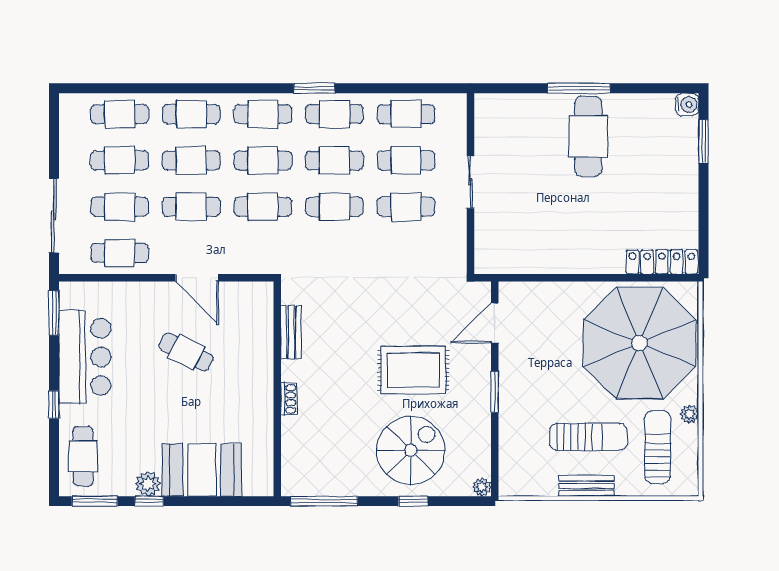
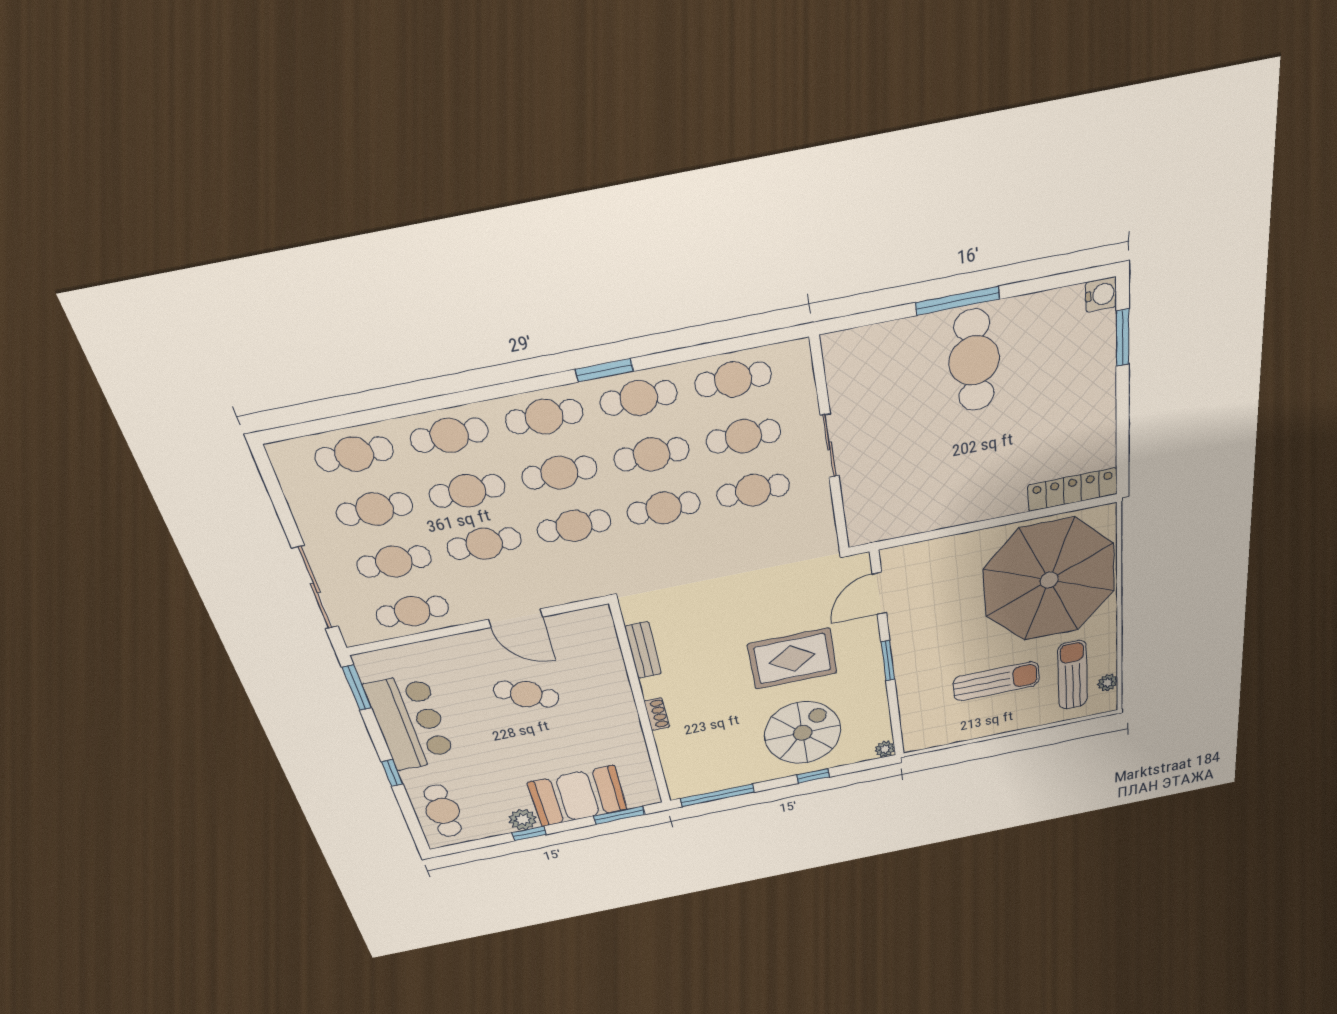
plant: (689, 414) -> (1107, 683), moved
bench: (586, 486) -> (997, 725), removed
window: (95, 501) -> (619, 815), moved

